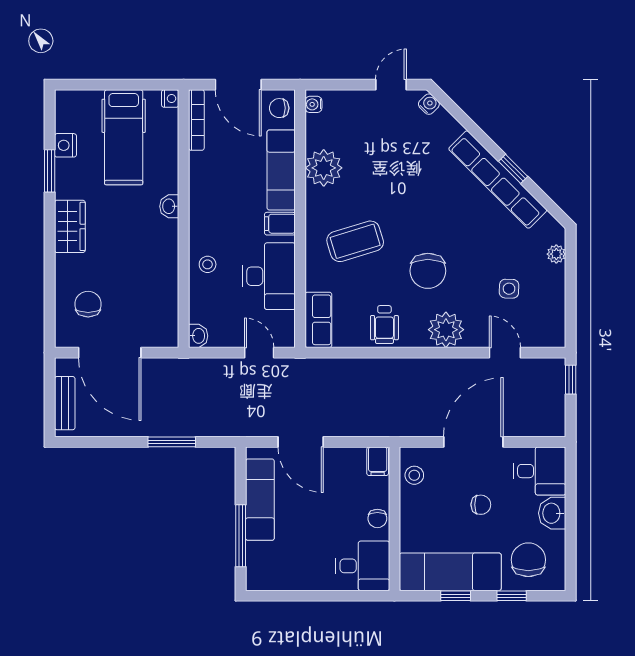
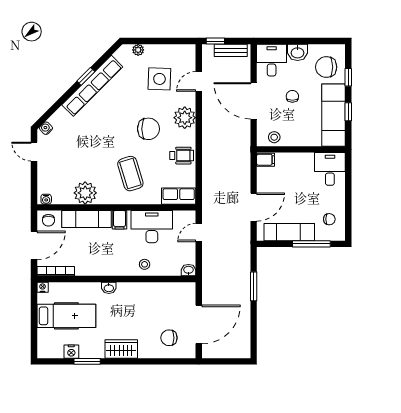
side table: (509, 289) -> (159, 79), width x1.87, depth x1.87
bench: (65, 403) -> (231, 50), moved
chair: (377, 518) -> (329, 219), moved

